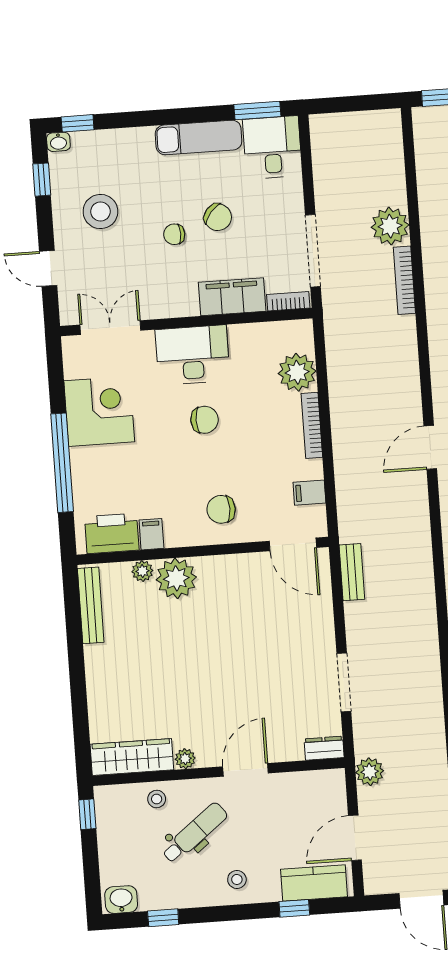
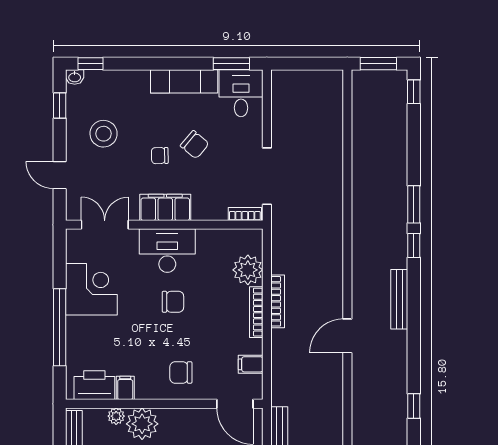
plant: (390, 226) -> (328, 161), removed
bookcase: (404, 280) -> (278, 301), moved, turned 180
filing cabinet: (232, 297) -> (165, 207), moved

